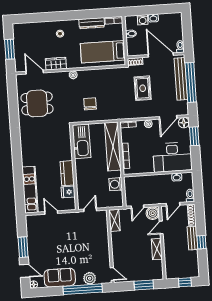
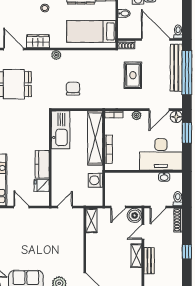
bench: (192, 238) -> (149, 261), moved

